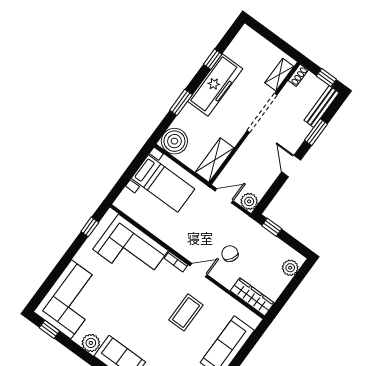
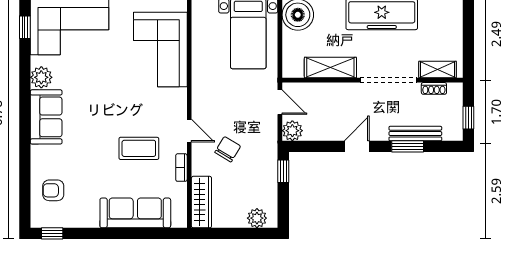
shoe rack: (298, 75) -> (434, 88), moved
bench: (322, 106) -> (415, 134), moved
shelving: (215, 160) -> (330, 68), moved
bookcase: (176, 262) -> (181, 168), moved

